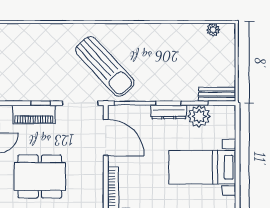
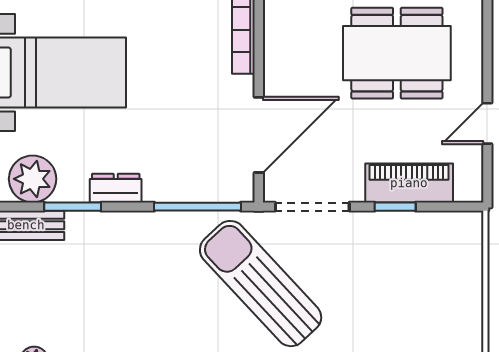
dresser: (169, 112) -> (116, 188), width x0.70
plant: (199, 116) -> (33, 179), moved
door: (106, 137) -> (259, 135), swing flipped

